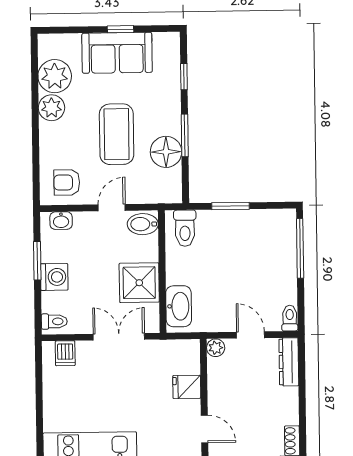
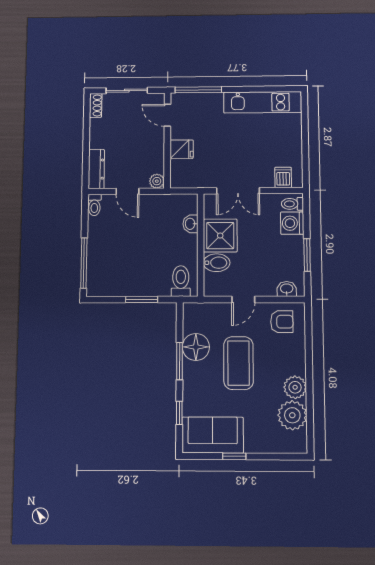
sofa: (117, 53) -> (213, 435), moved
bidet: (143, 224) -> (217, 263), moved
washing machine: (54, 277) -> (292, 223), moved
washbasin: (179, 306) -> (190, 224), width x0.52, depth x0.69

